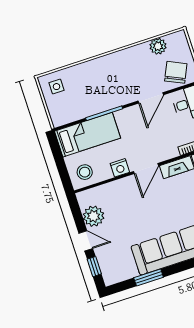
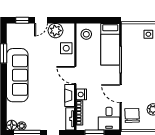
chair: (176, 72) -> (132, 115), turned -117
nightstand: (120, 168) -> (81, 94), moved
side table: (113, 193) -> (66, 48), added

